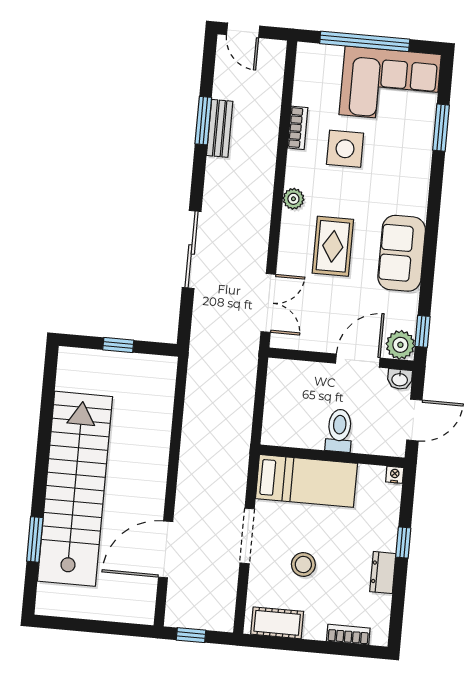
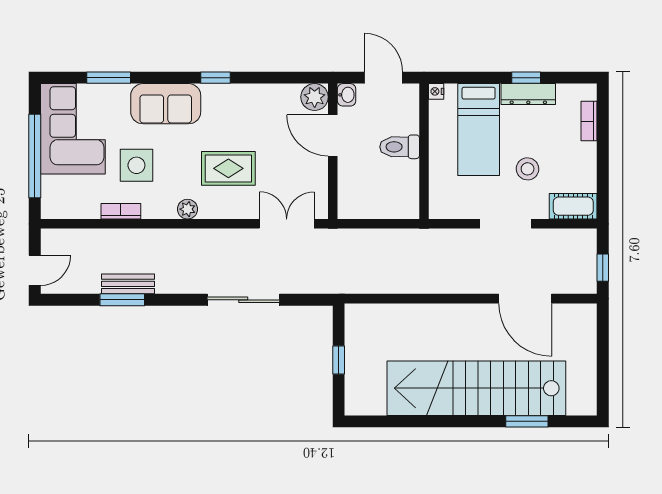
sofa: (402, 253) -> (166, 104), moved
window: (422, 331) -> (215, 78), moved
bed: (306, 481) -> (479, 130), moved, turned 180
window: (403, 543) -> (526, 78), moved
dresser: (383, 573) -> (528, 94), width x1.44
cot: (277, 623) -> (573, 206), moved, turned 90

